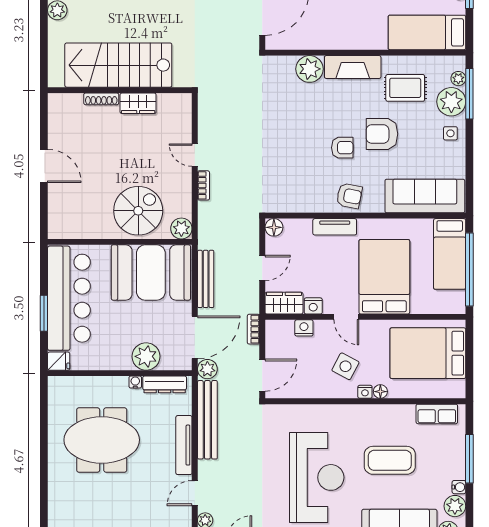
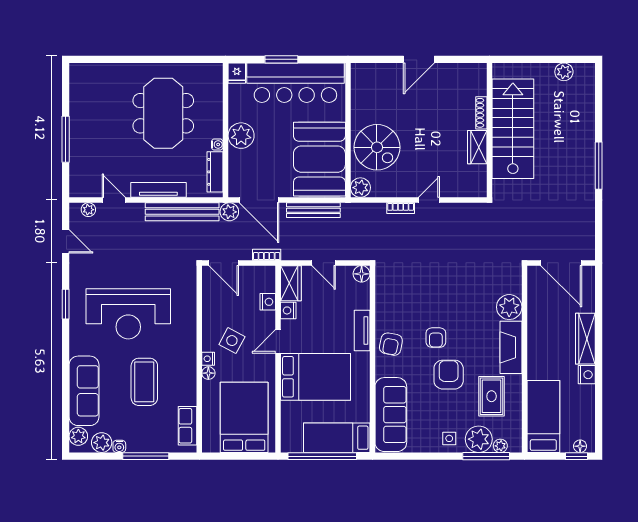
plant: (146, 356) -> (241, 136), moved

